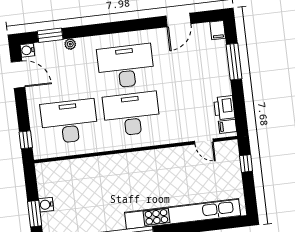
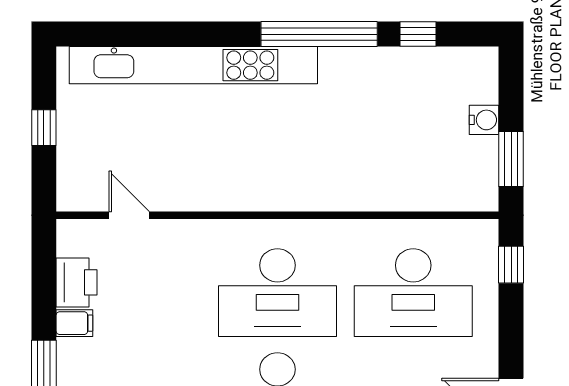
filing cabinet: (228, 126) -> (74, 323), moved
window: (246, 163) -> (44, 128), moved
window: (35, 214) -> (511, 159), moved

